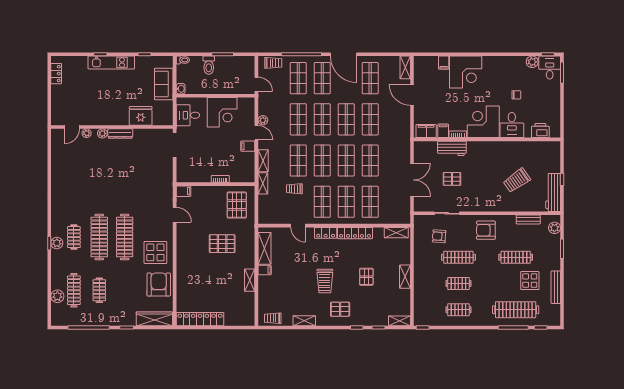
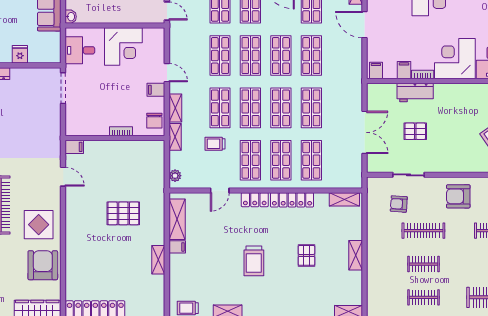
fridge: (141, 116) -> (20, 54), width x0.53, depth x0.75
plant: (263, 120) -> (175, 176), moved
filing cabinet: (426, 131) -> (376, 70), width x0.50
chair: (247, 171) -> (154, 121), added
pallet: (237, 205) -> (142, 164), removed
door: (298, 226) -> (220, 190), hinge flipped
pallet: (340, 309) -> (273, 297), removed

